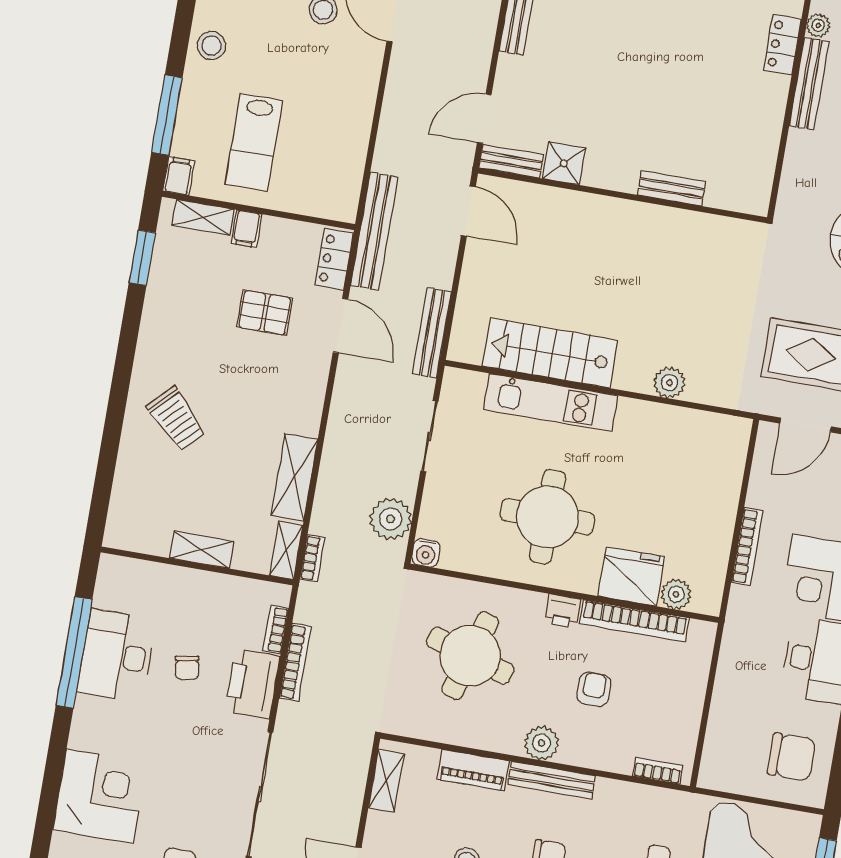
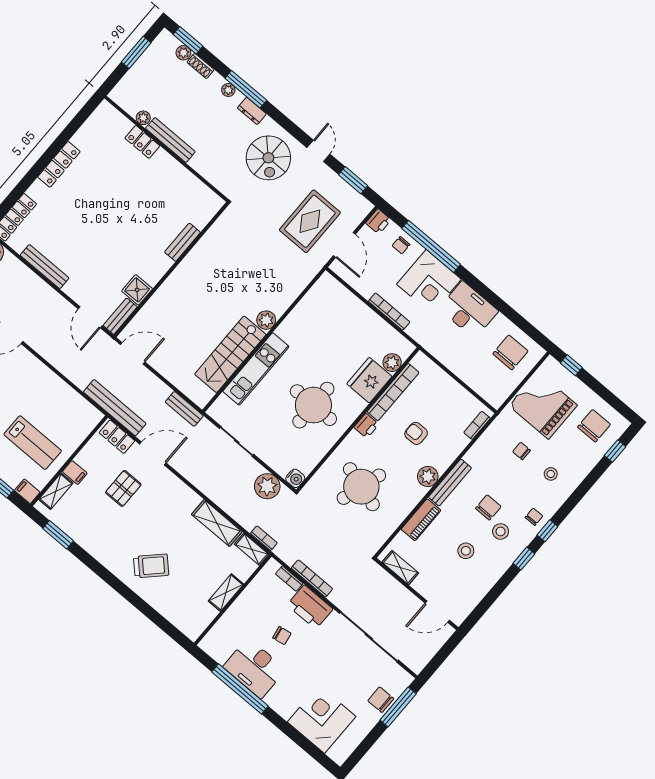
bench: (432, 333) -> (184, 409), width x0.73
plant: (669, 383) -> (266, 320), moved

